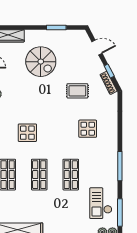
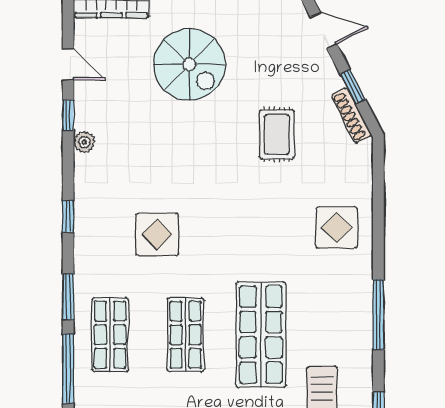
rug: (77, 91) -> (277, 134), turned 90
display table: (88, 129) -> (337, 228), moved
shop shelf: (71, 175) -> (261, 335), width x1.43, depth x1.36

